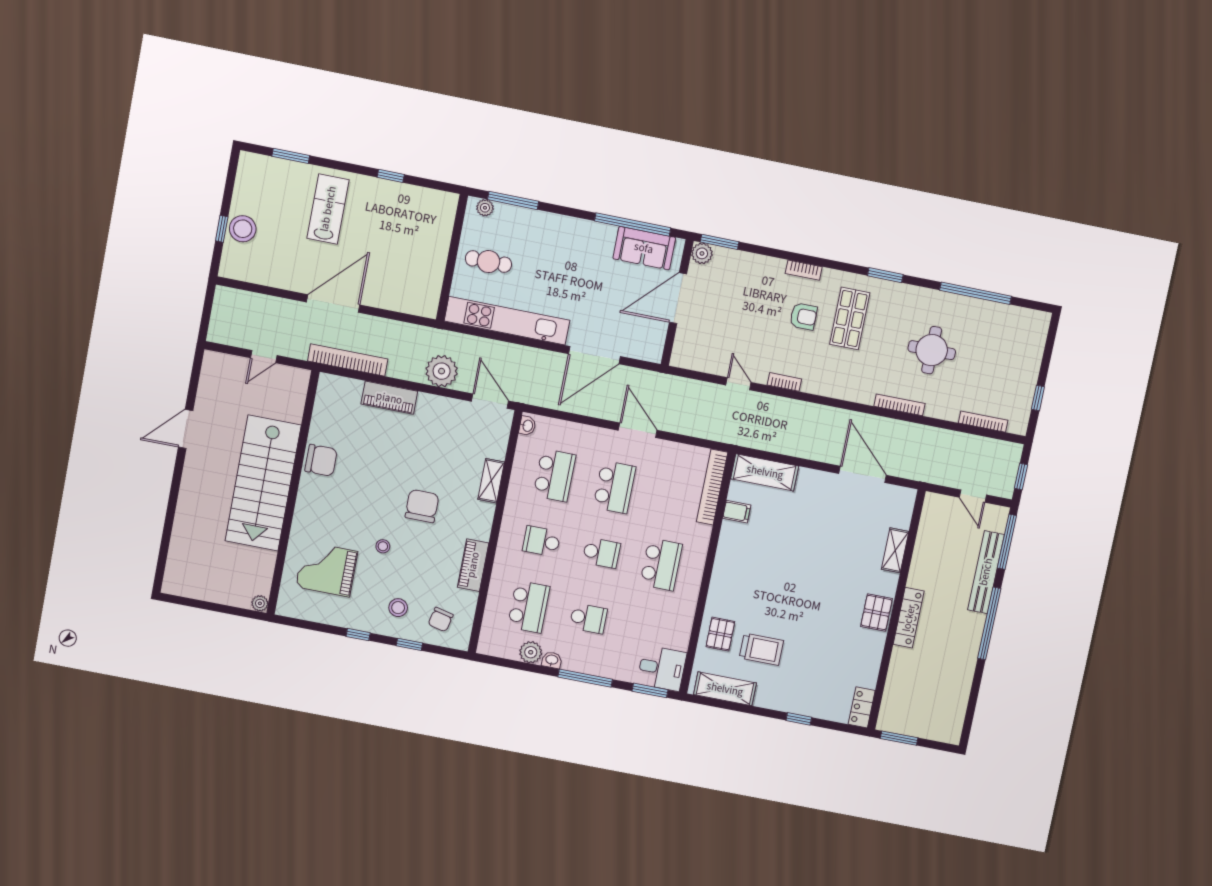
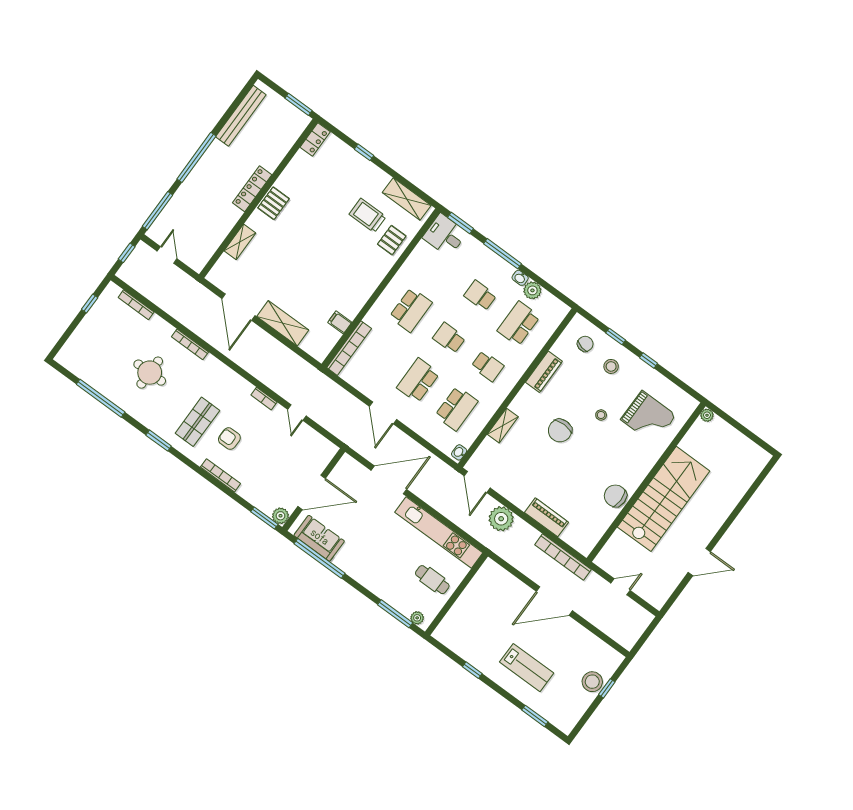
lab bench: (328, 209) -> (527, 668), turned -90
bookcase: (804, 270) -> (221, 475), width x1.56
shelving: (765, 472) -> (283, 323), moved
school desk: (554, 475) -> (456, 409), turned 180
school desk: (661, 564) -> (411, 310), turned 180
bench: (986, 572) -> (241, 116), moved

